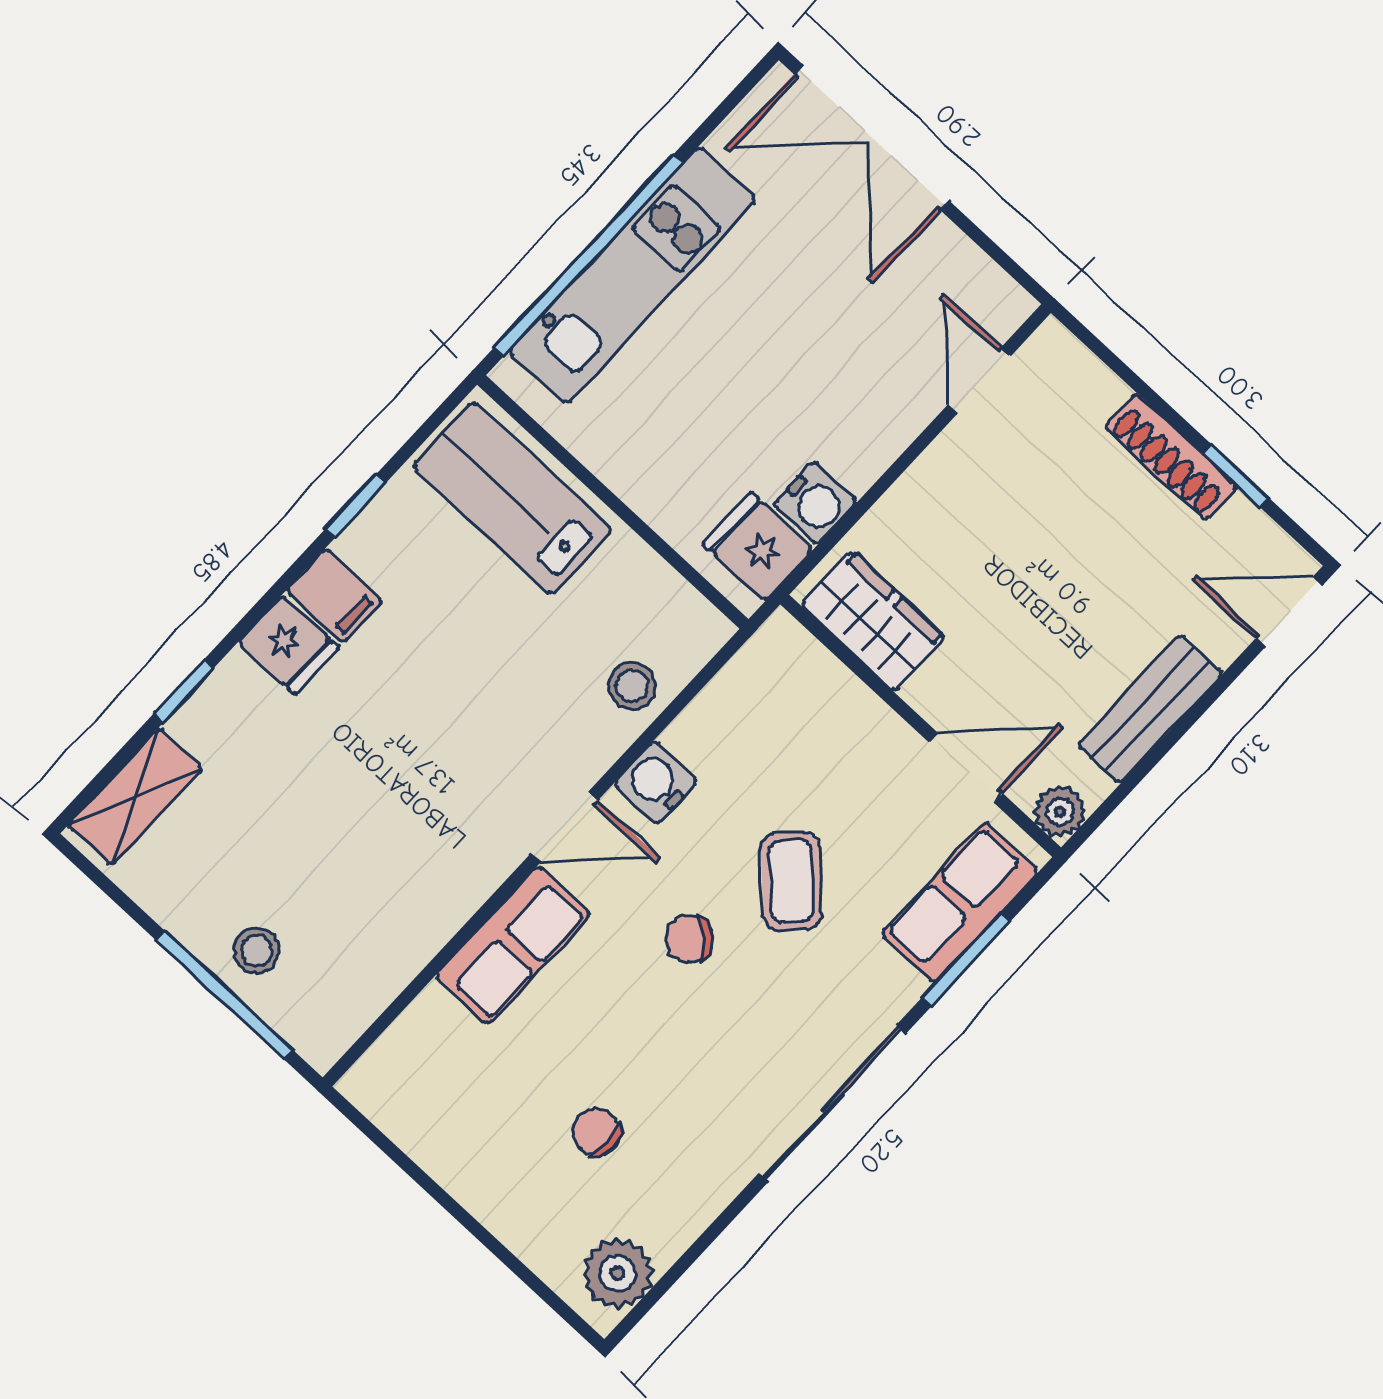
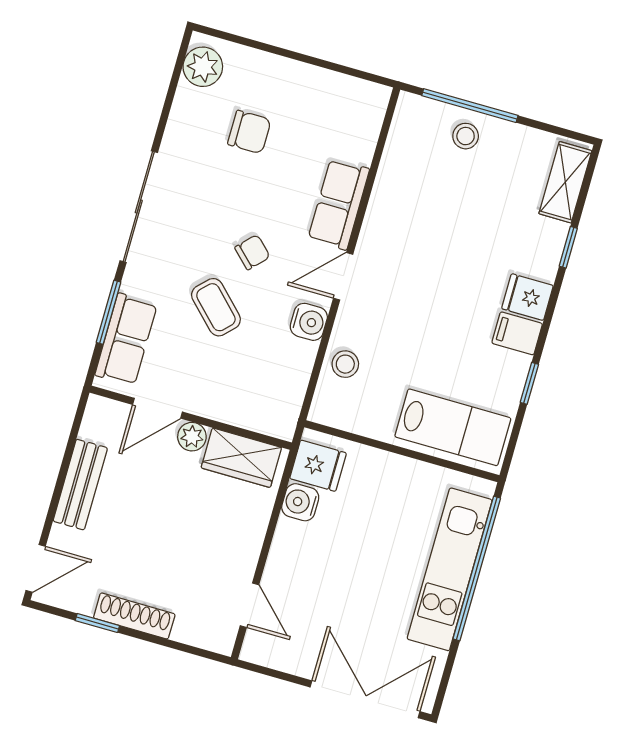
plant: (1060, 812) -> (192, 437), moved
chair: (597, 1132) -> (249, 132), width x1.37, depth x1.37

